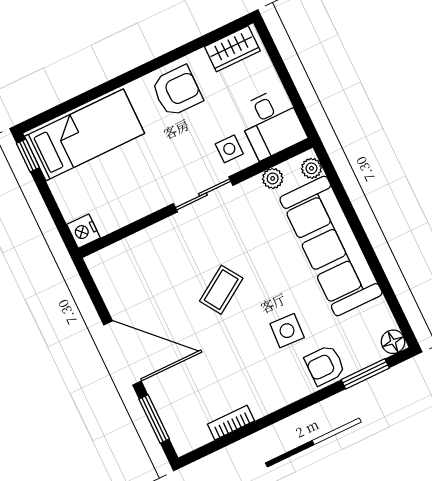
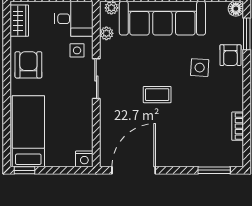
coffee table: (221, 290) -> (157, 95), turned -57
door: (123, 353) -> (134, 170), moved

